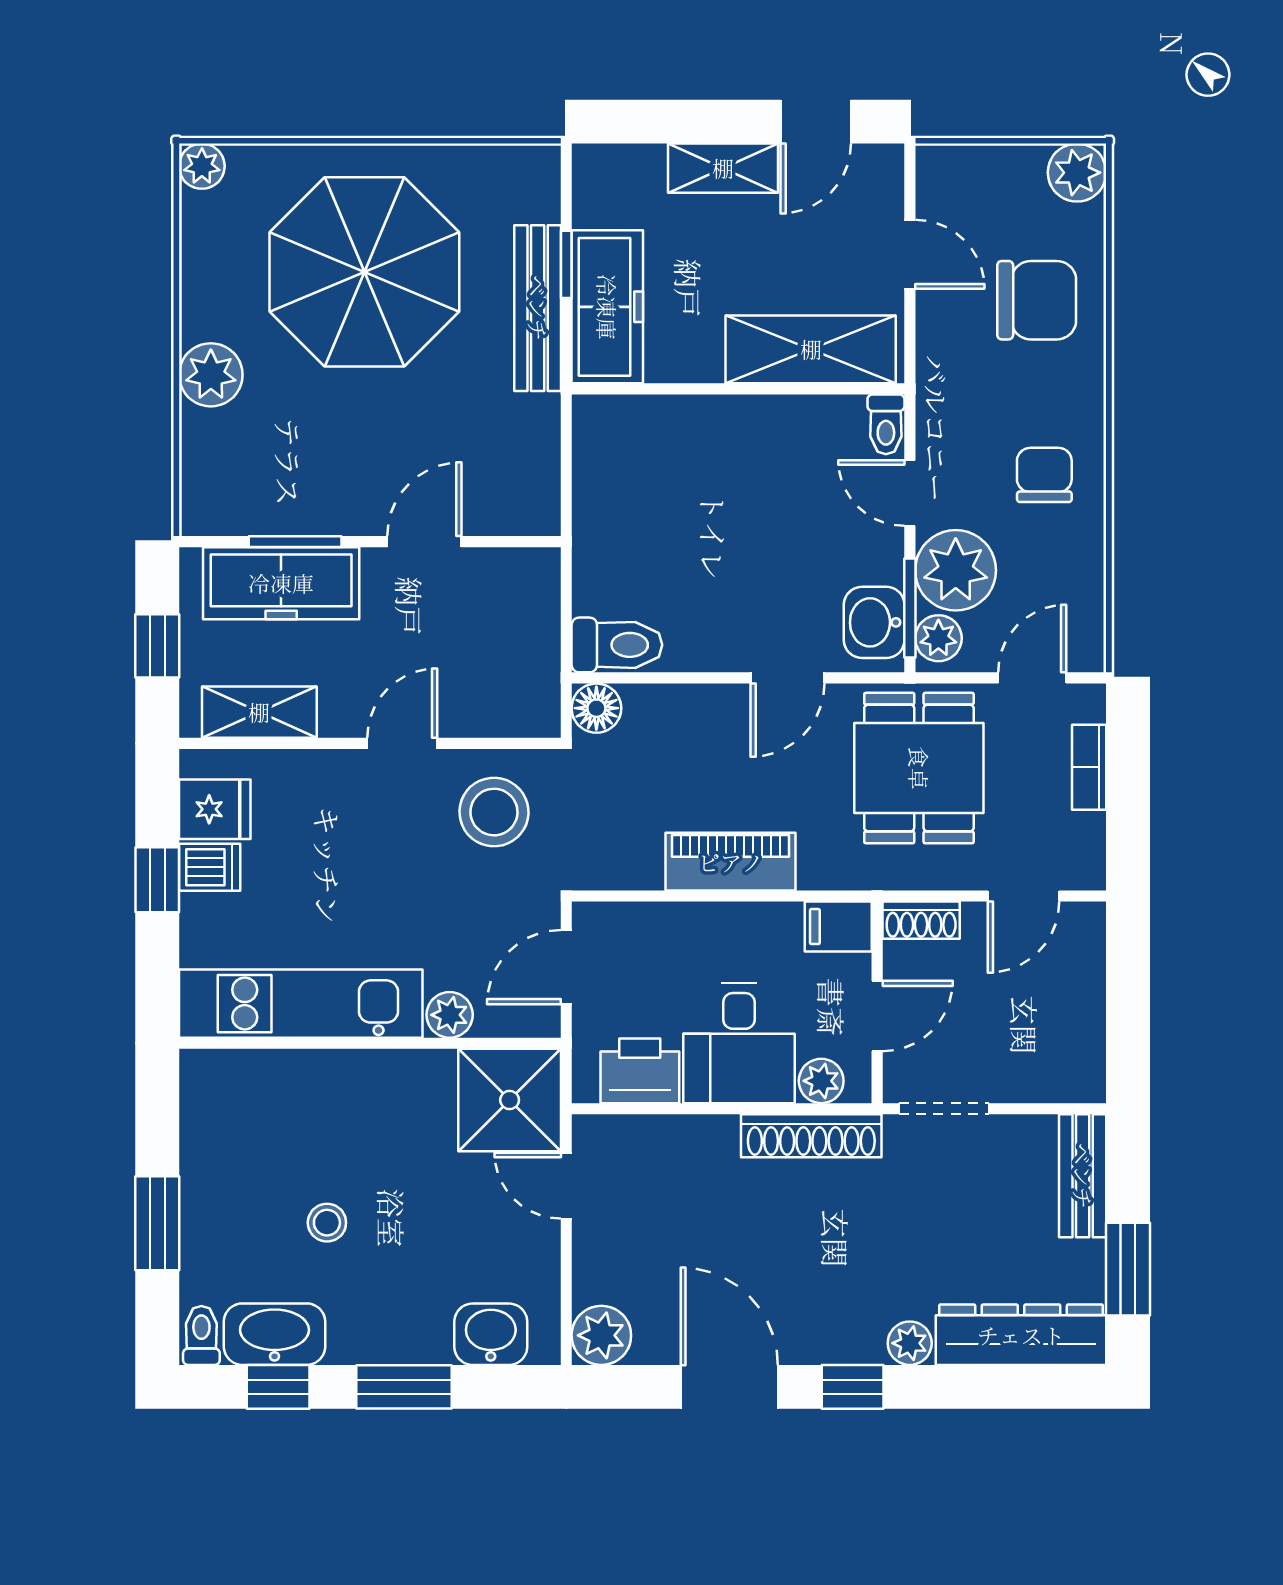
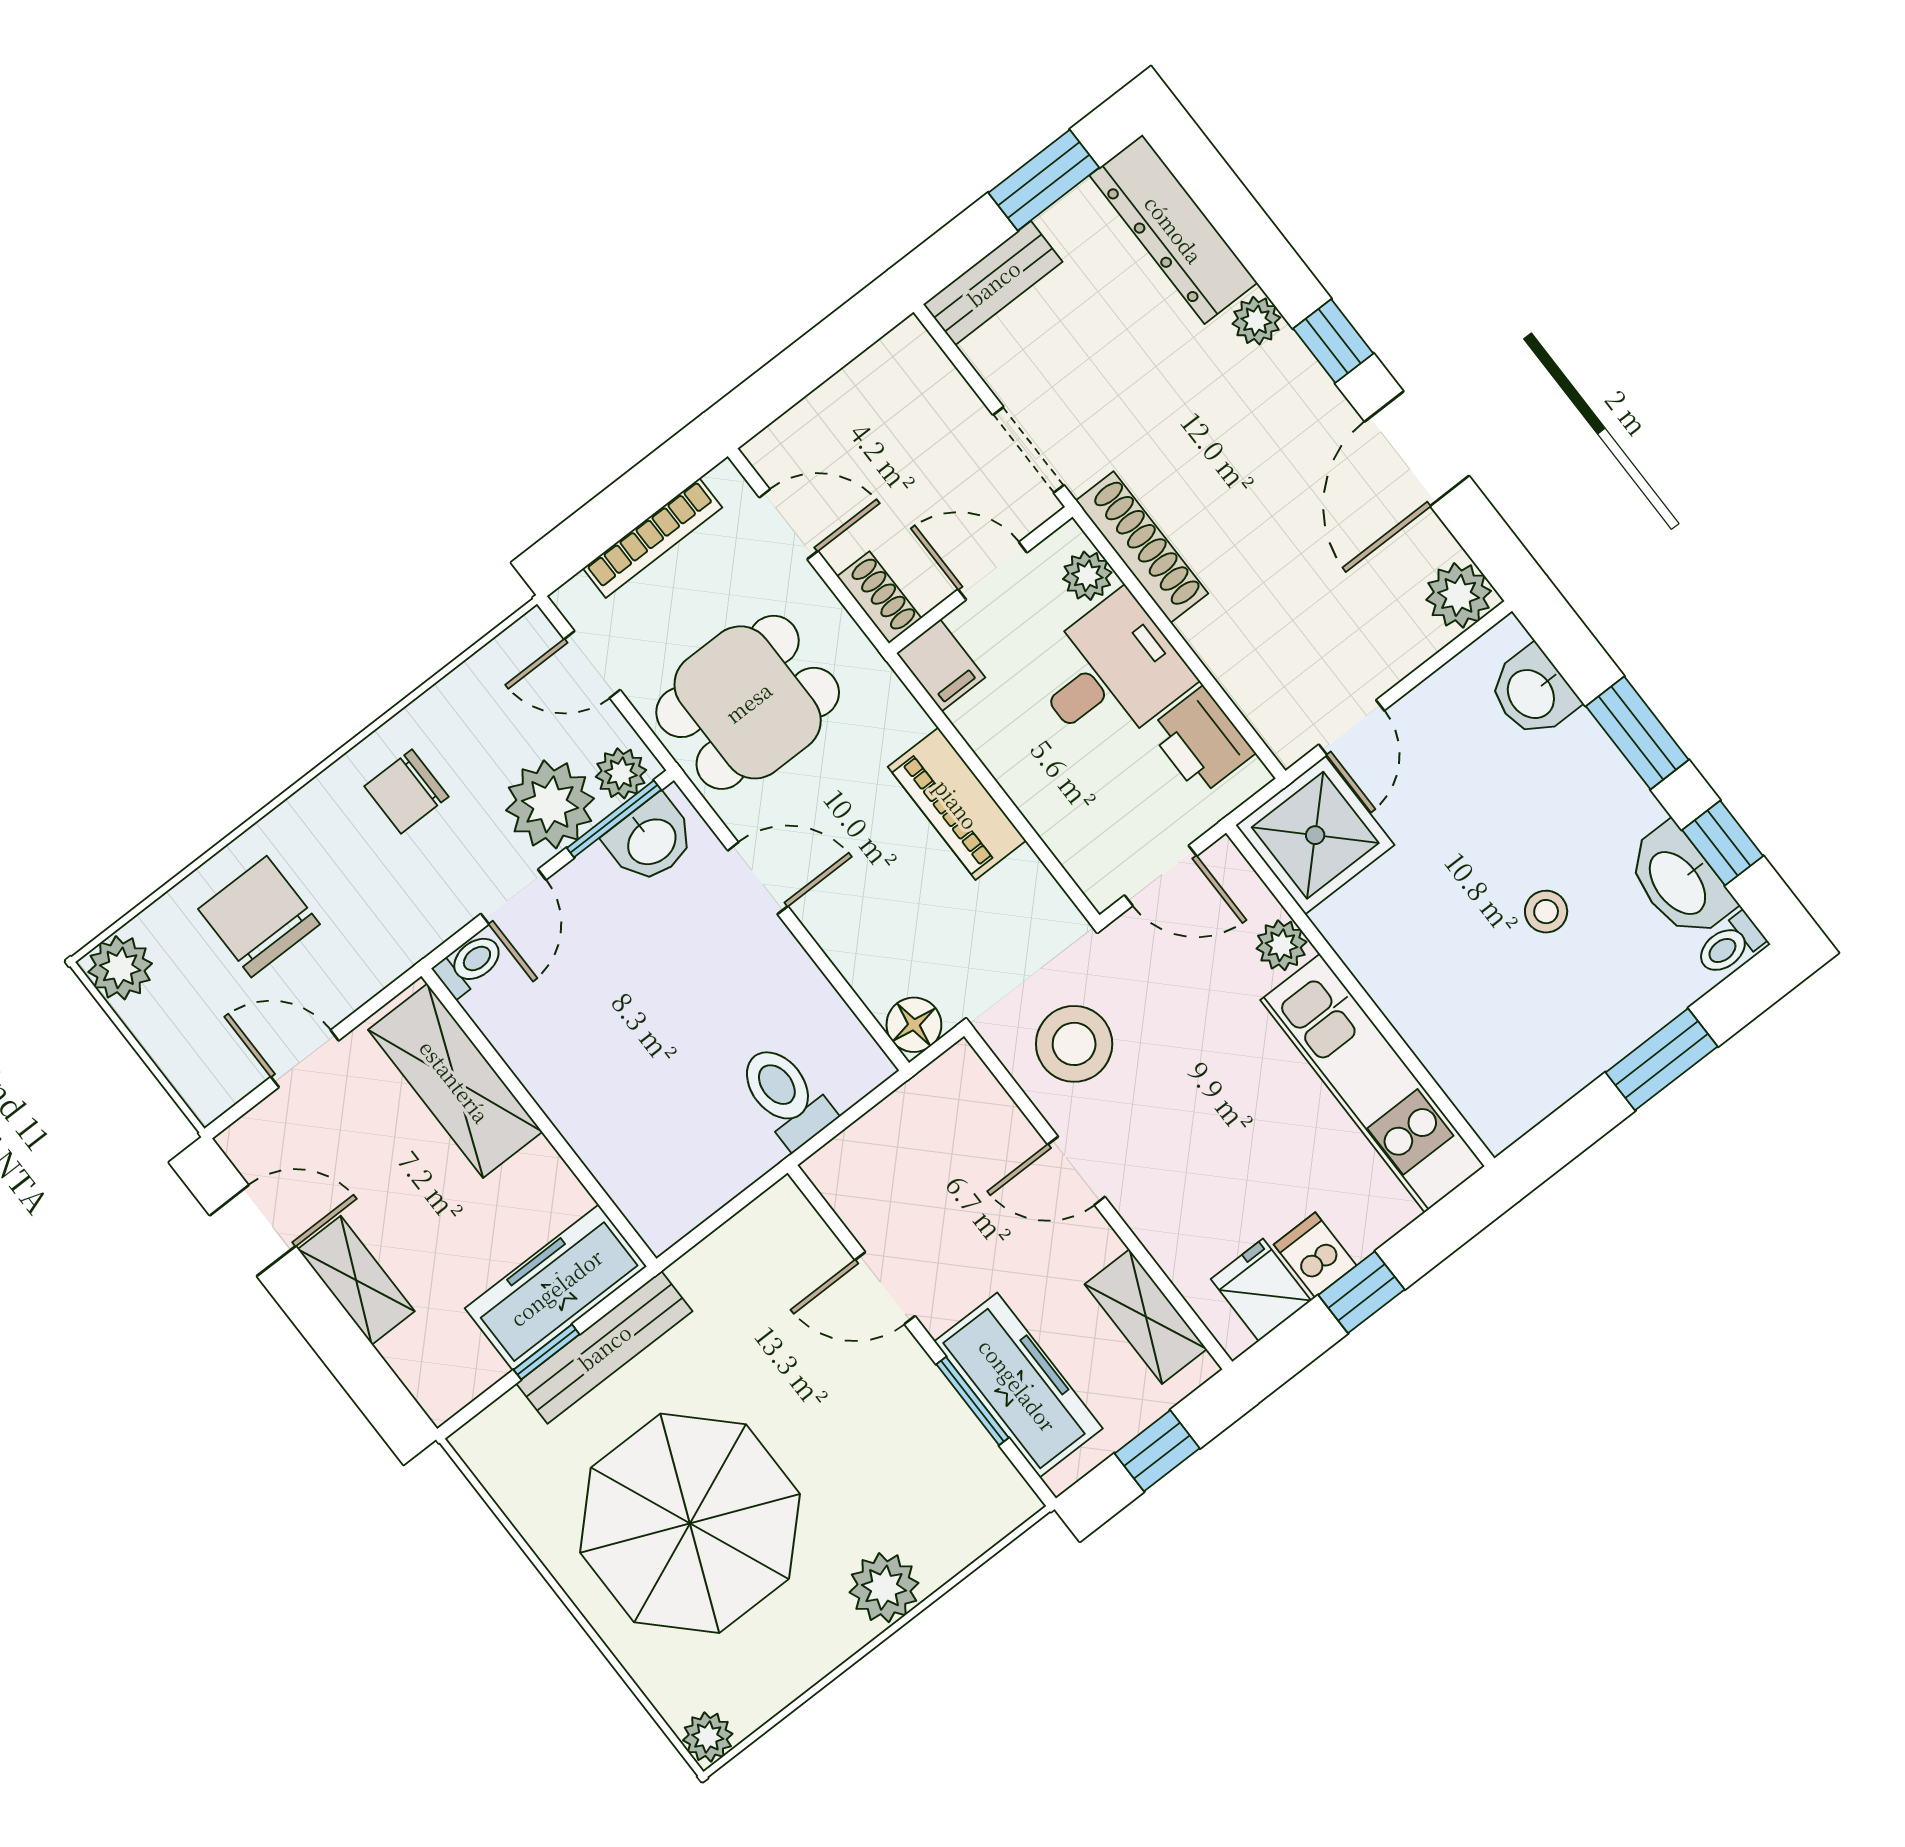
door: (910, 254) -> (305, 1059), hinge flipped
toilet: (617, 645) -> (785, 1096), moved
bookcase: (1089, 767) -> (653, 538), width x1.56

